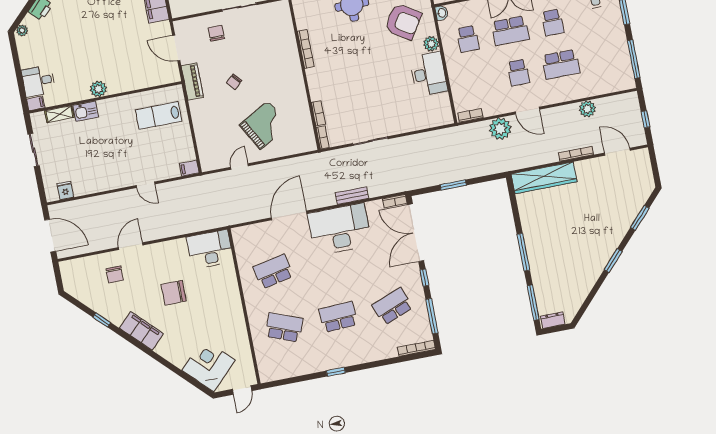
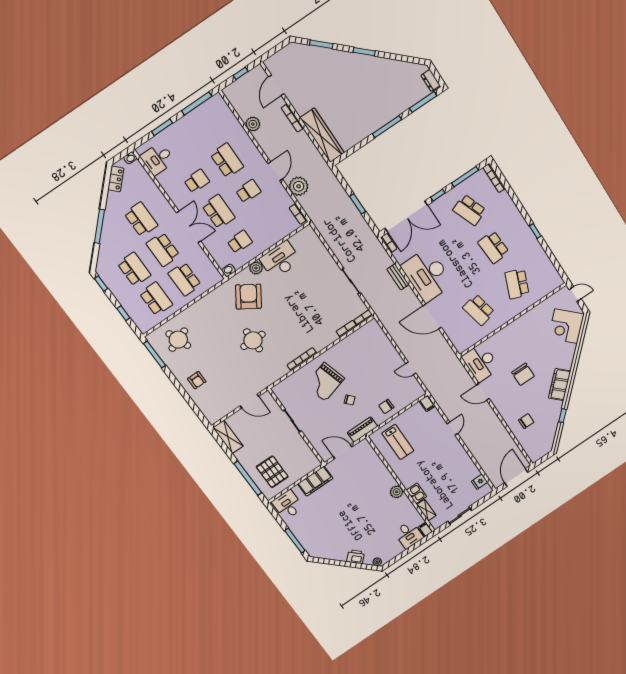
chair: (216, 33) -> (386, 406), moved
door: (176, 48) -> (343, 452), swing flipped
grand piano: (264, 125) -> (325, 382), moved, turned -77
door: (131, 246) -> (483, 392), moved

